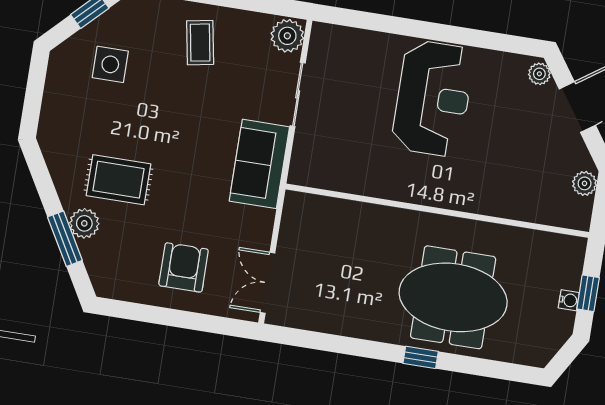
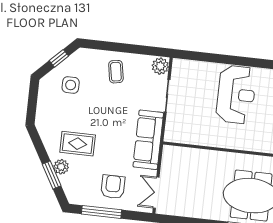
sofa: (259, 164) -> (148, 140), width x1.36
window: (159, 315) -> (101, 212), added

